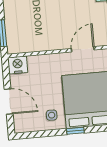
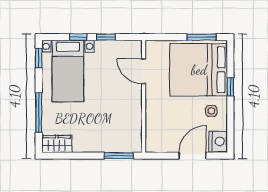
nightstand: (18, 65) -> (218, 141), moved, turned 180

